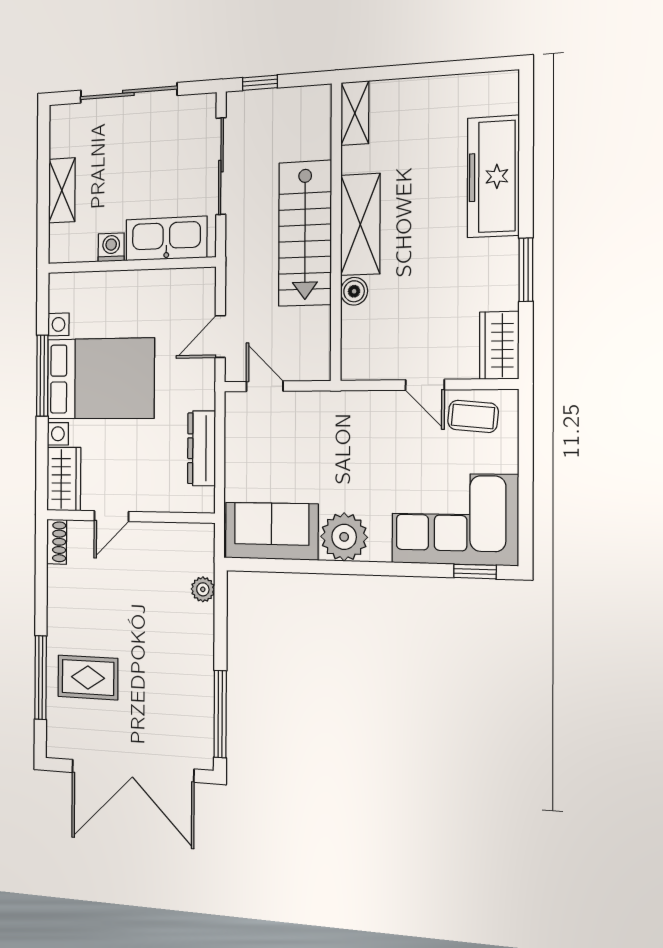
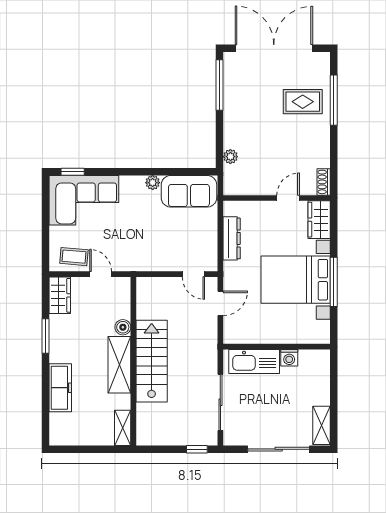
shelving: (355, 113) -> (123, 428), moved
freezer: (493, 177) -> (60, 388), width x0.73, depth x0.79
shelving: (62, 190) -> (321, 425), moved
shelving: (360, 224) -> (119, 365), moved
wall: (336, 232) -> (133, 361), moved
stairs: (305, 233) -> (152, 361), moved
boiler: (354, 291) -> (123, 327), moved
plant: (344, 537) -> (153, 183), width x0.53, depth x0.53

